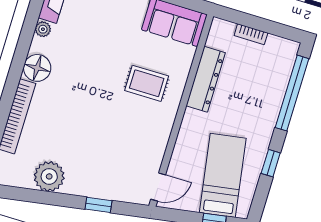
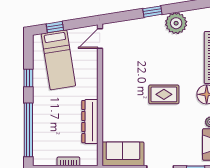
rug: (147, 83) -> (164, 94), moved
window: (99, 205) -> (152, 12), moved

